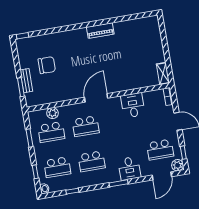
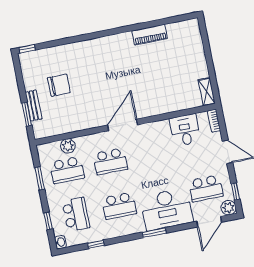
piano: (100, 31) -> (150, 35), moved
desk: (133, 105) -> (185, 130), moved
school desk: (57, 167) -> (76, 214), turned -90
desk: (129, 168) -> (167, 209), width x1.87, depth x1.30

